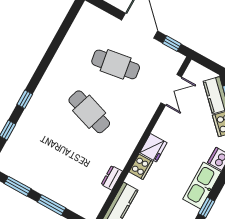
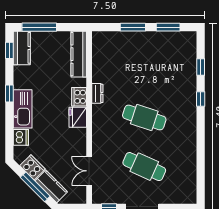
cafe table: (116, 64) -> (144, 167), turned 33
dresser: (112, 178) -> (97, 93), moved

